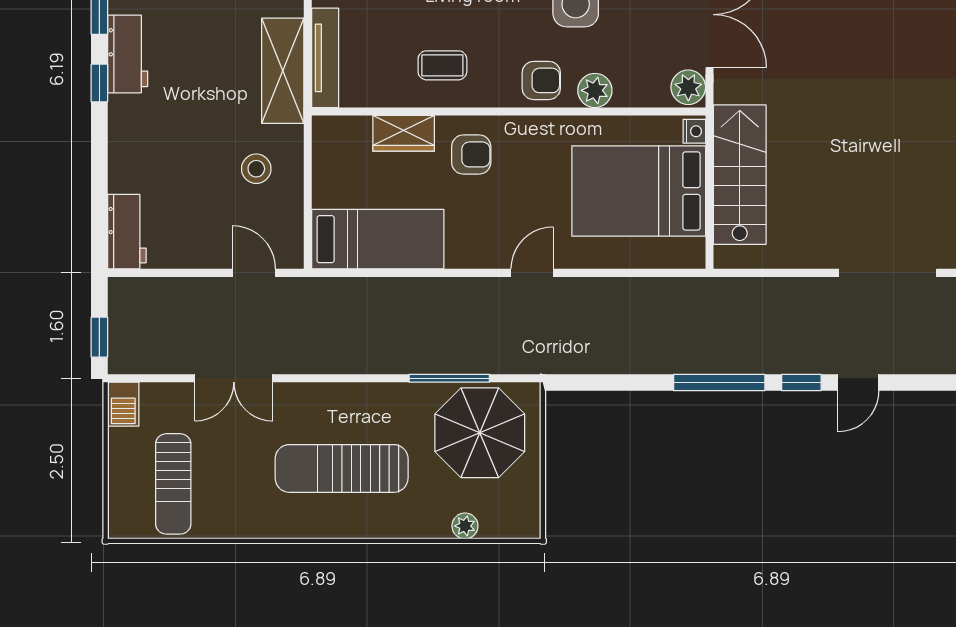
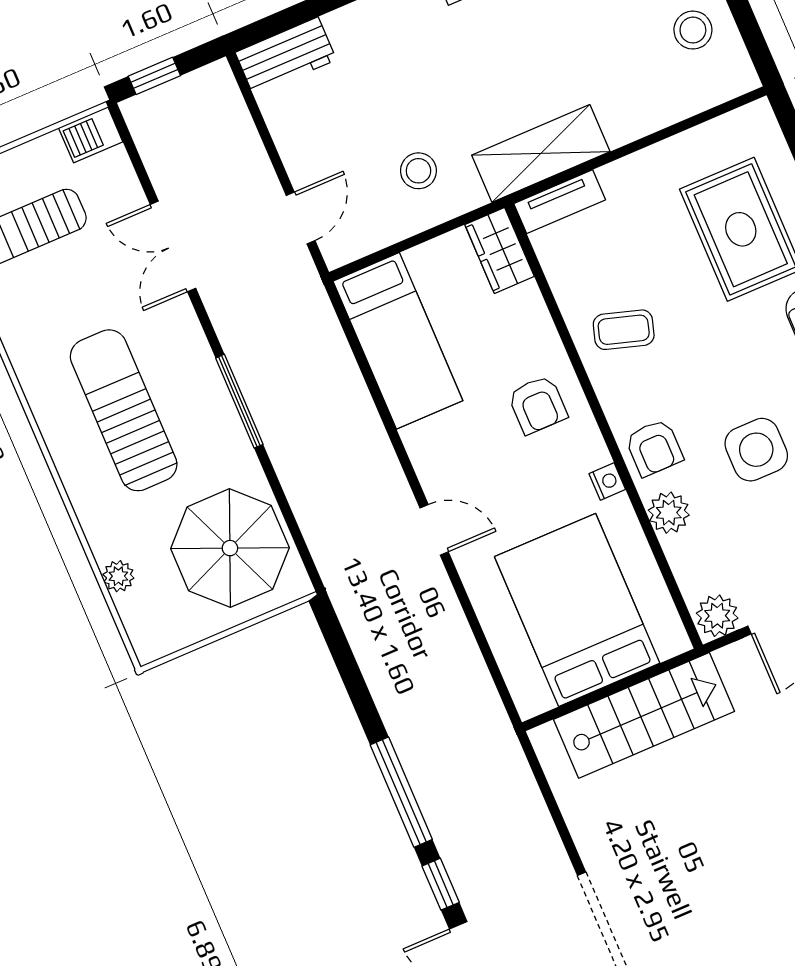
tv unit: (325, 58) -> (560, 202), width x0.71
coffee table: (442, 65) -> (624, 330), turned -73
nightstand: (694, 131) -> (607, 482), moved, turned -90
wardrobe: (404, 133) -> (500, 250), moved
window: (449, 378) -> (239, 401), moved

